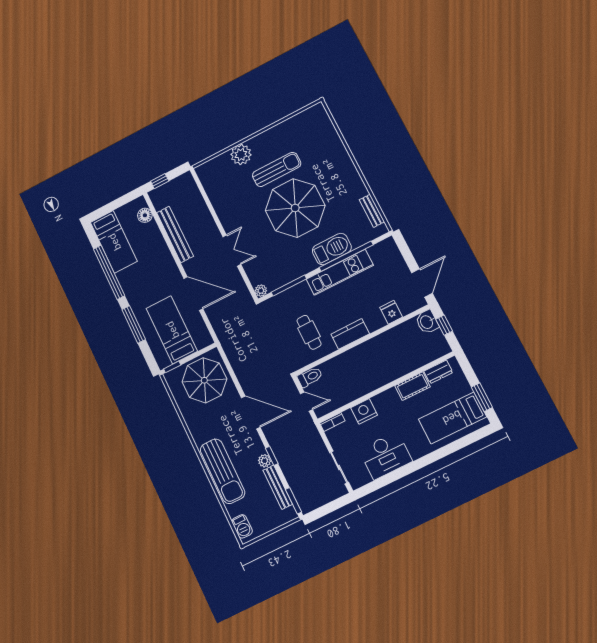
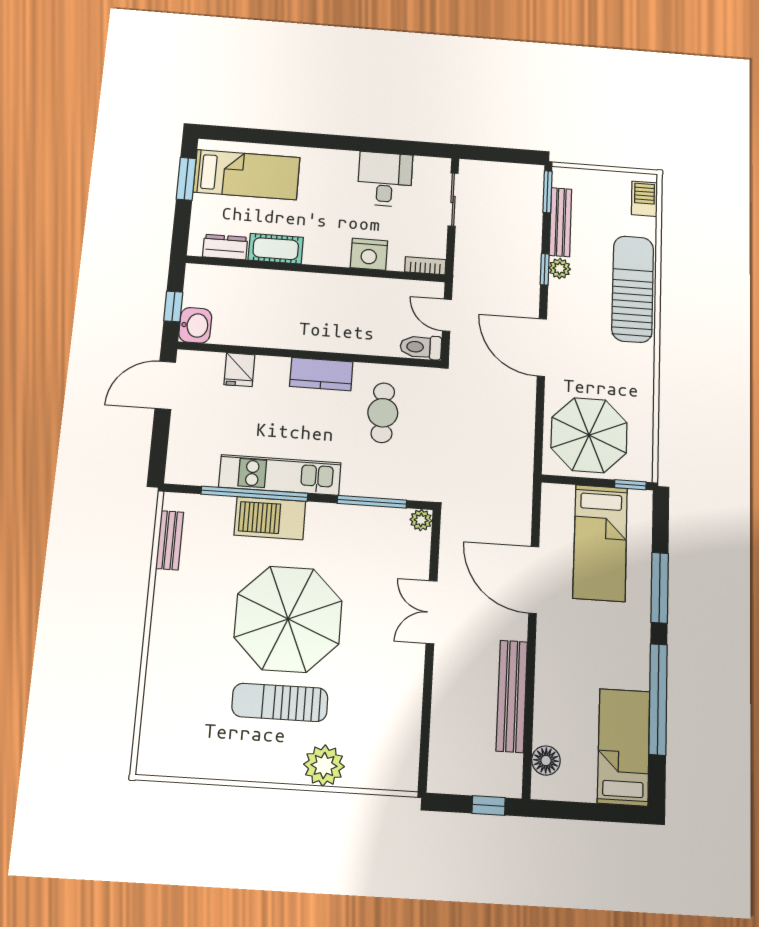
desk: (386, 455) -> (385, 179), width x0.73

